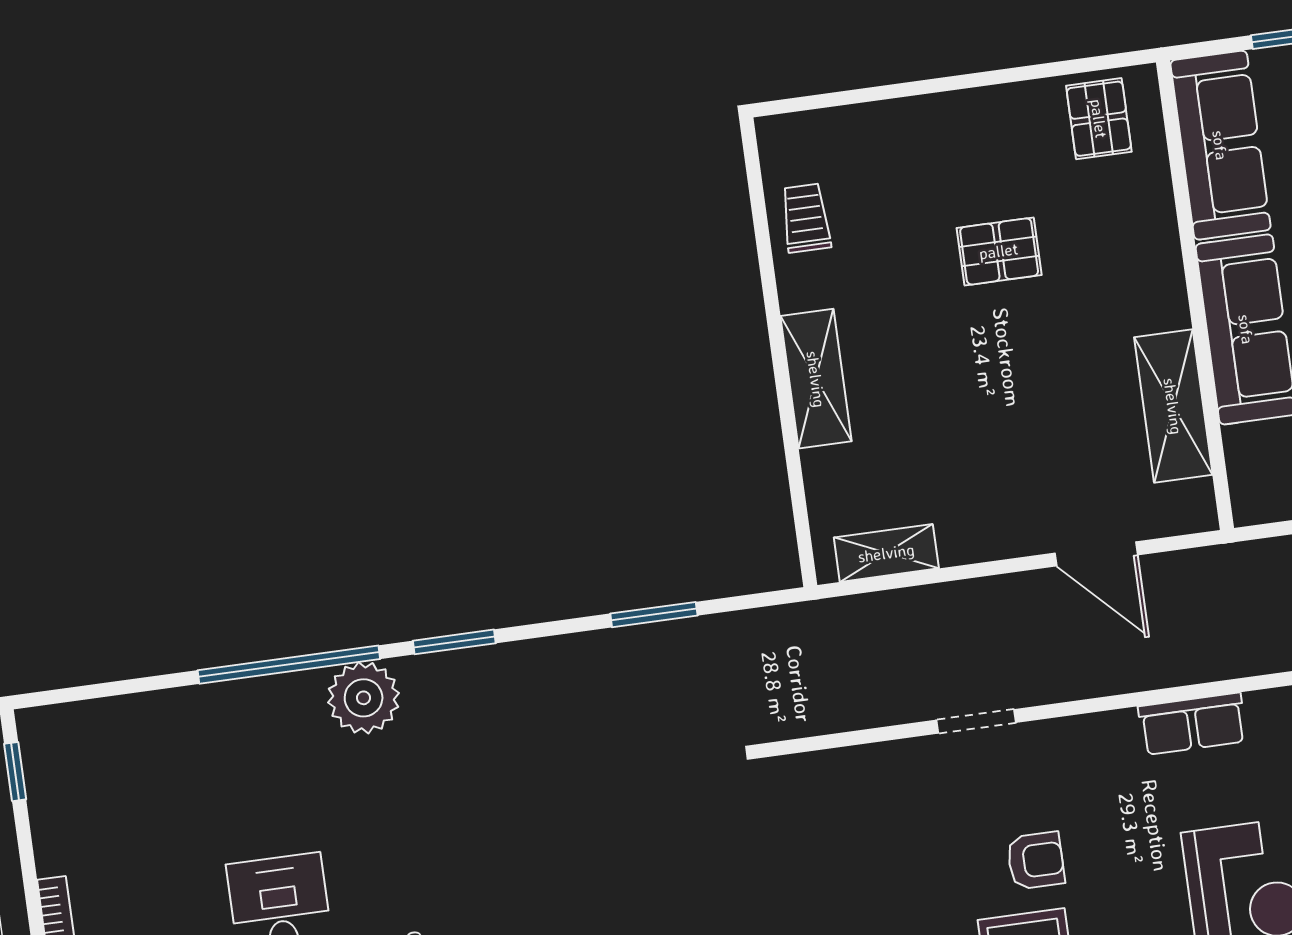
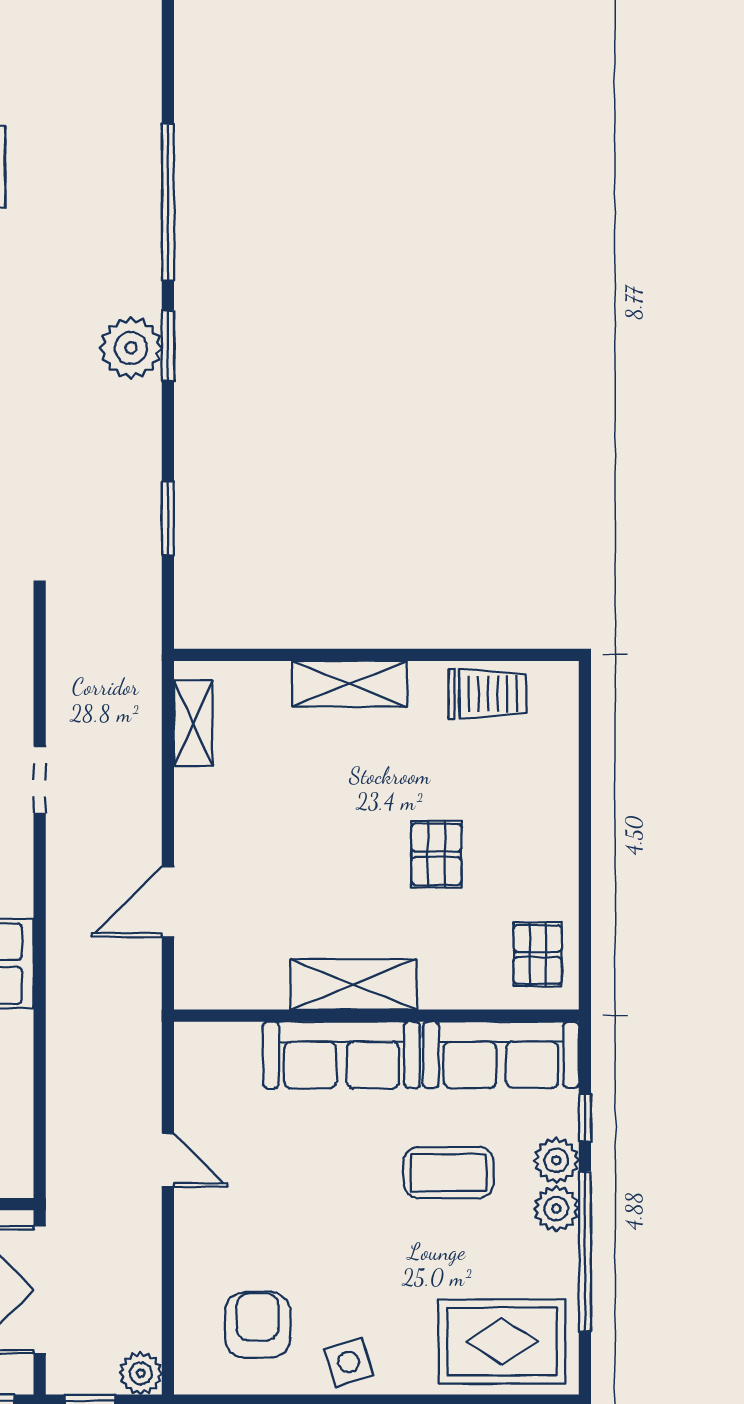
pallet: (1099, 119) -> (538, 955), turned 90
trolley: (806, 218) -> (487, 694), width x1.36, depth x1.39
shelving: (1173, 406) -> (354, 984), moved
plant: (364, 698) -> (131, 348), moved

